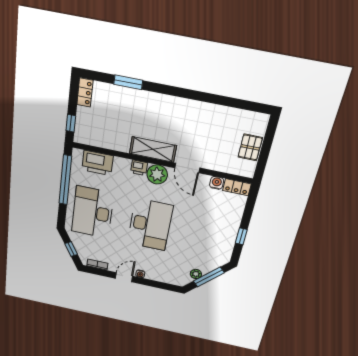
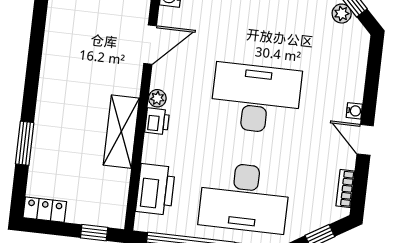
shelving: (153, 149) -> (121, 132), moved
plant: (157, 174) -> (157, 98), width x0.53, depth x0.53

